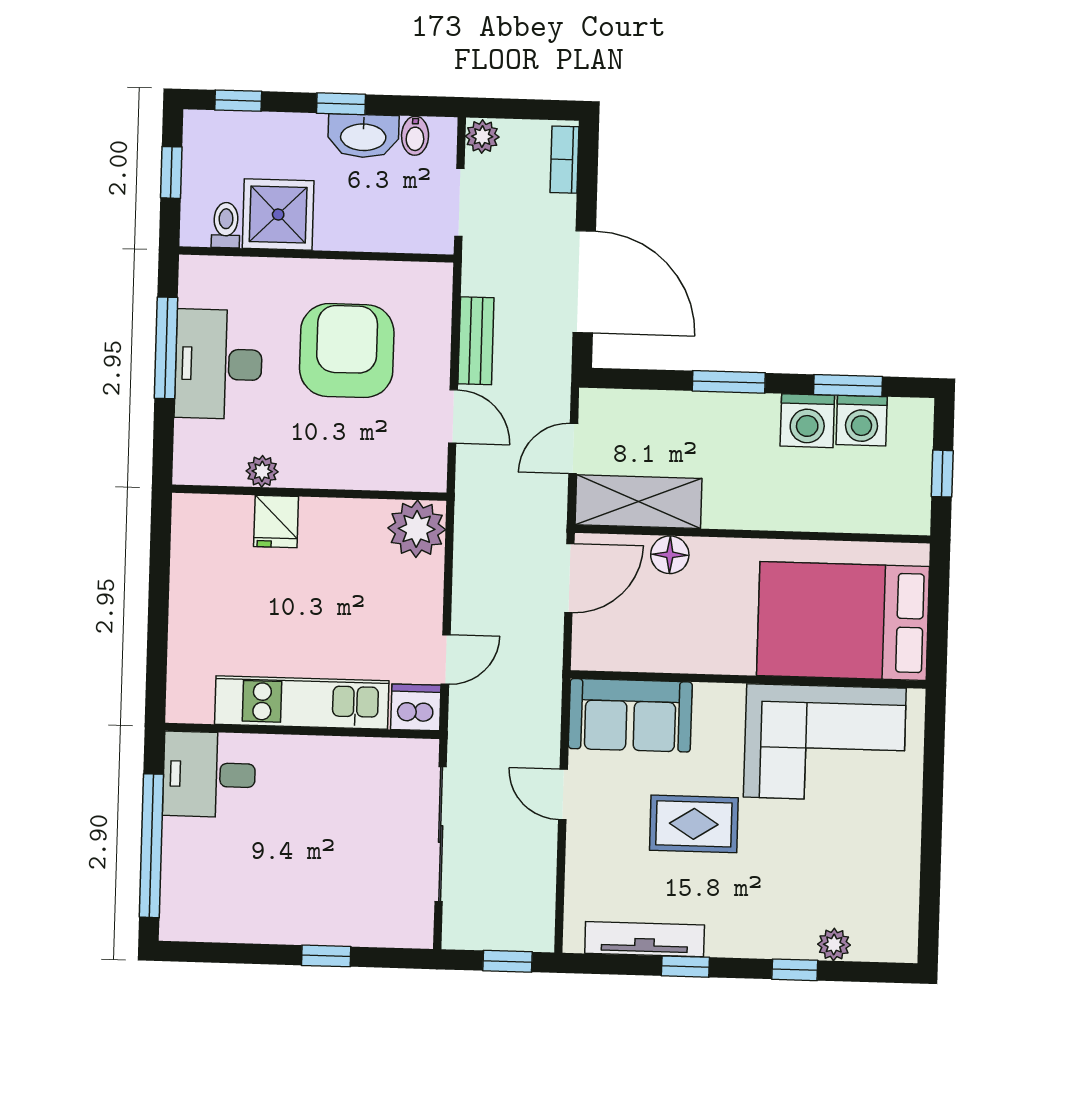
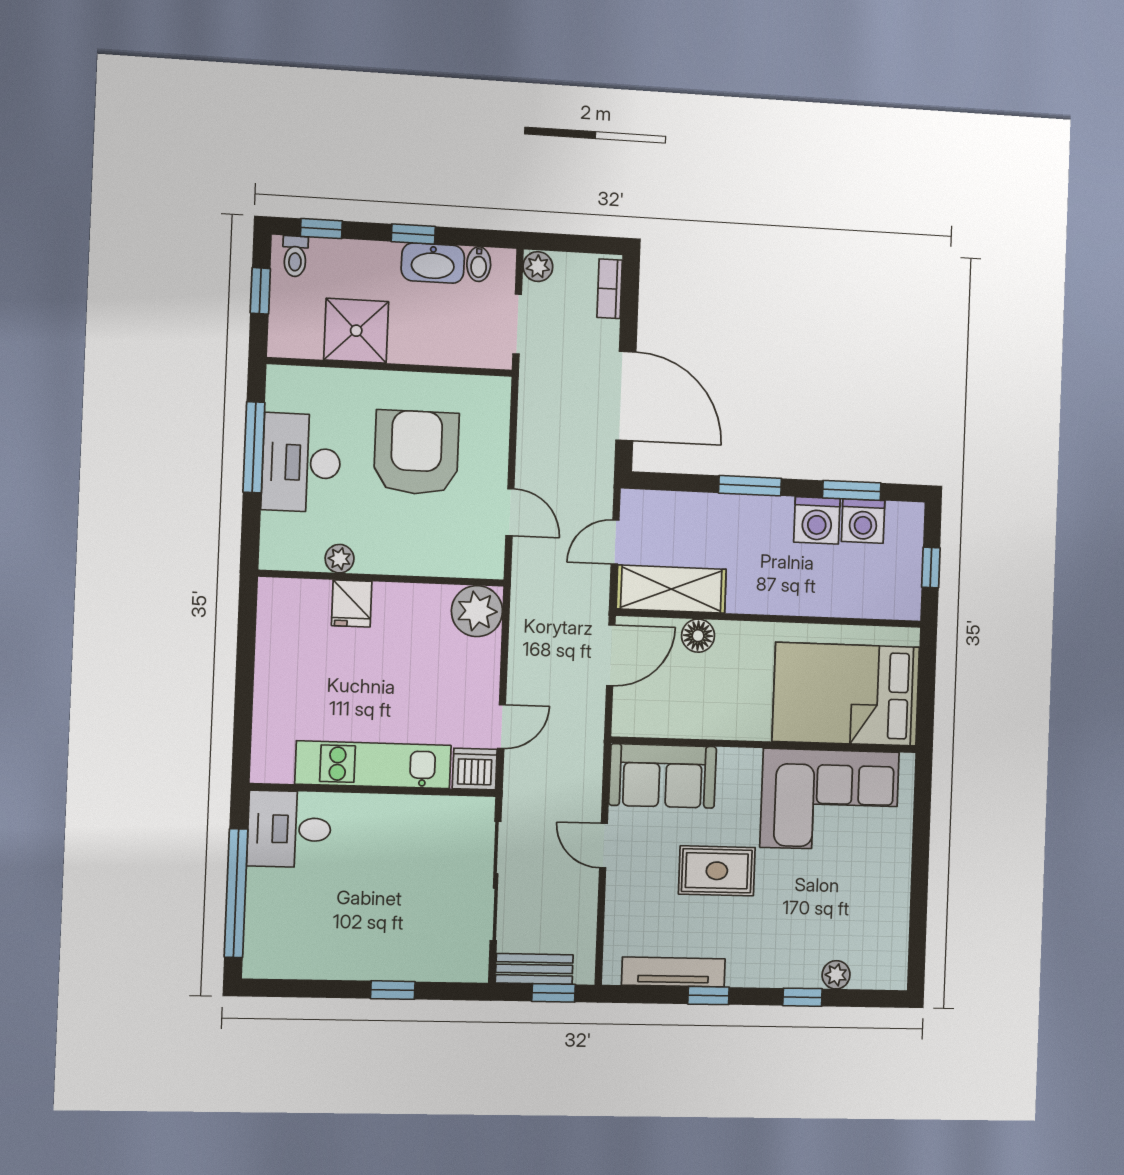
toilet: (226, 225) -> (295, 256), moved, turned 180
bench: (476, 341) -> (534, 969), moved, turned 90

